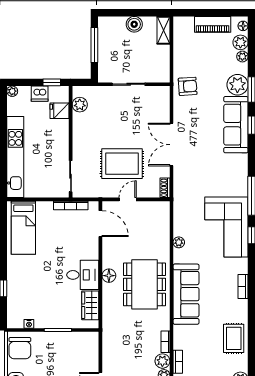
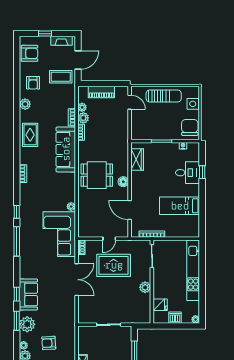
window: (52, 82) -> (166, 326), removed
armchair: (188, 86) -> (49, 343), moved
plant: (80, 105) -> (145, 287), moved
sofa: (236, 125) -> (28, 294), width x0.73
door: (100, 224) -> (130, 210), moved
corner sofa: (226, 227) -> (59, 234), moved, turned 180
bed: (23, 228) -> (180, 206), moved, turned -90
desk: (83, 275) -> (188, 173), moved, turned 180
dining table: (144, 284) -> (97, 175), width x0.73
sofa: (186, 294) -> (66, 149), moved

